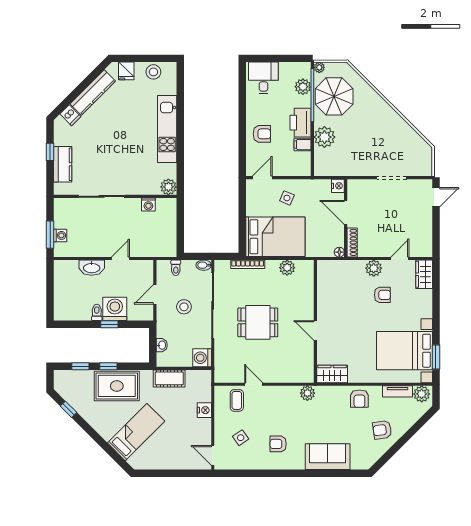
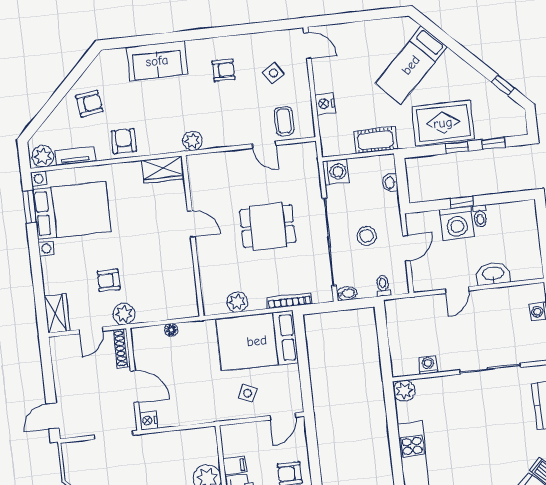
nightstand: (338, 186) -> (148, 420), moved
door: (346, 212) -> (135, 387), moved
wall: (346, 218) -> (134, 379), moved
shoe rack: (352, 242) -> (122, 348), moved

